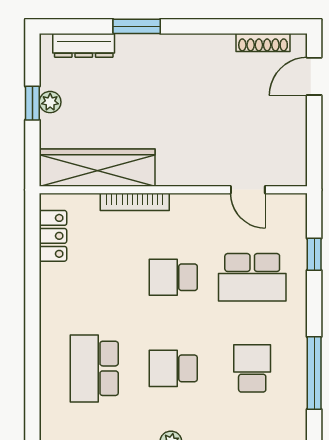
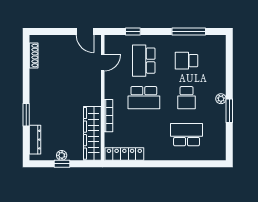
door: (314, 76) -> (85, 32), moved
locker: (53, 236) -> (124, 154), width x1.53
school desk: (173, 277) -> (144, 98), width x1.85
school desk: (252, 277) -> (144, 61), turned 180
school desk: (94, 368) -> (187, 135), turned 180

